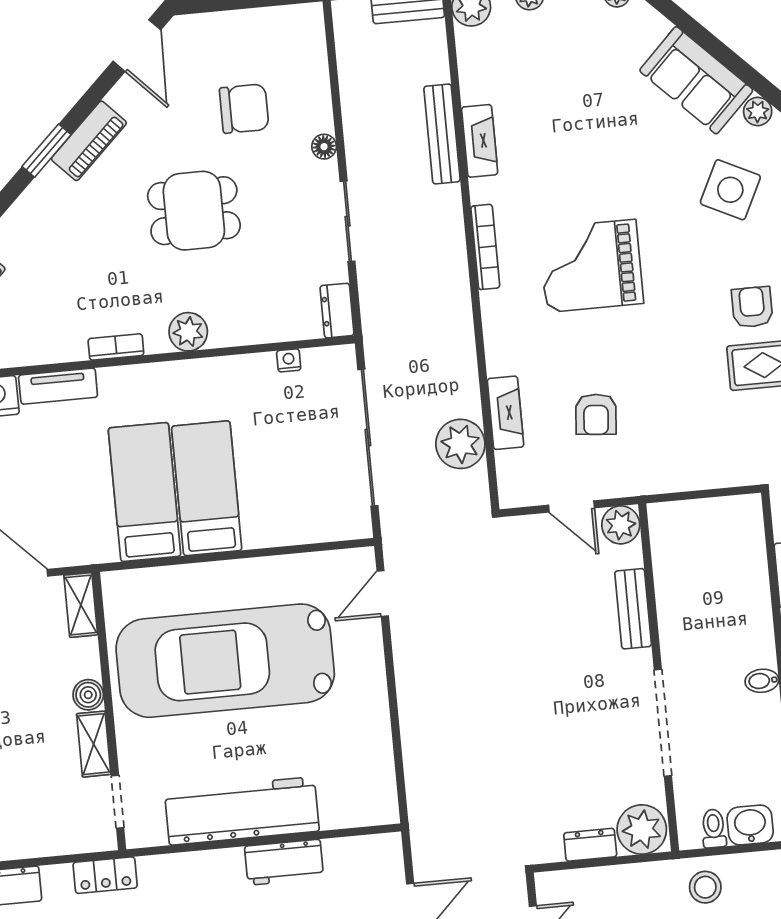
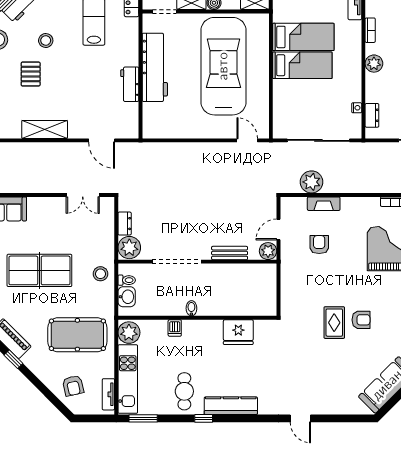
dresser: (337, 311) -> (372, 115), moved, turned 90
armchair: (596, 414) -> (319, 245), turned 85

